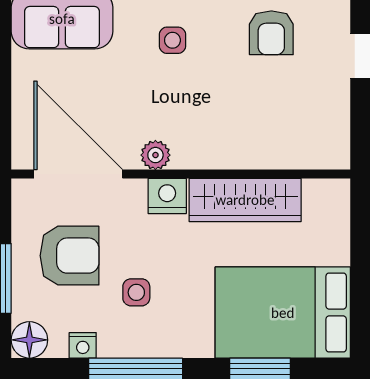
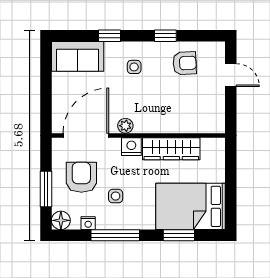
armchair: (271, 33) -> (185, 63), turned -93
door: (78, 174) -> (86, 135), hinge flipped
armchair: (70, 256) -> (81, 177), turned -90

